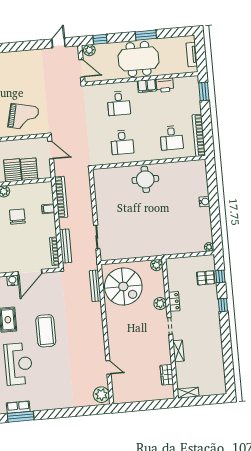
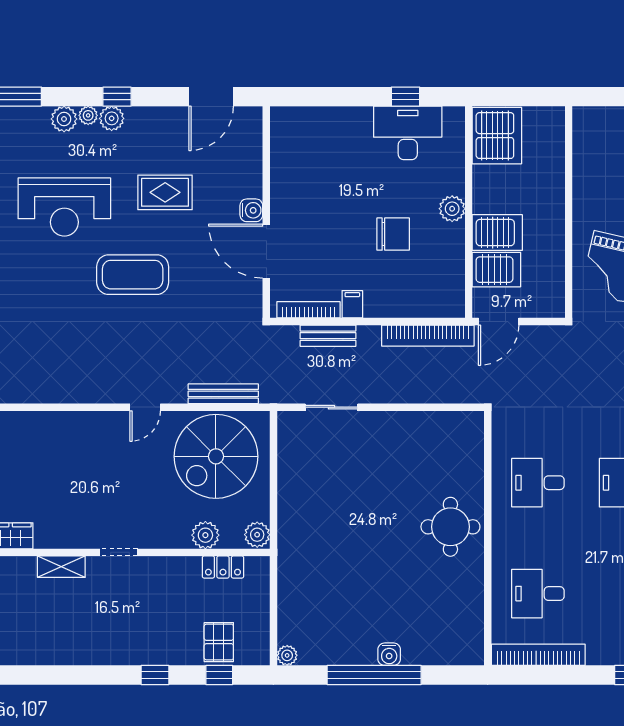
door: (51, 150) -> (499, 322), moved
window: (214, 208) -> (374, 675), added
filing cabinet: (48, 209) -> (352, 304), moved
bench: (66, 246) -> (328, 336), width x0.73
locker: (174, 301) -> (223, 567), moved
plant: (160, 304) -> (205, 535), moved
door: (108, 367) -> (145, 407), moved

